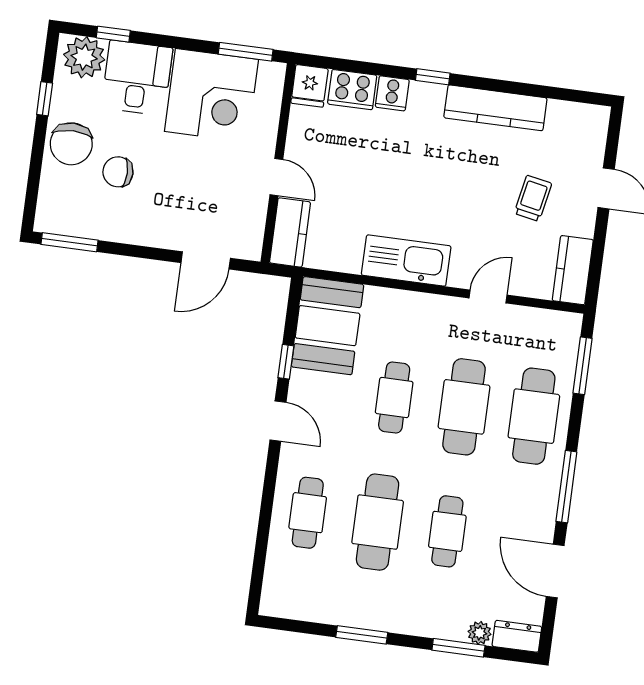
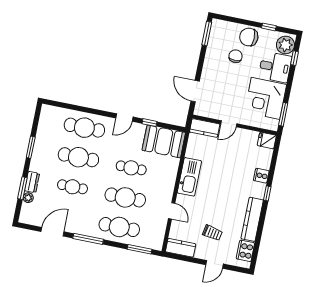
cooker: (352, 90) -> (245, 251), moved
cafe table: (308, 513) -> (84, 128), width x1.37, depth x1.35
dresser: (517, 636) -> (32, 182), moved

